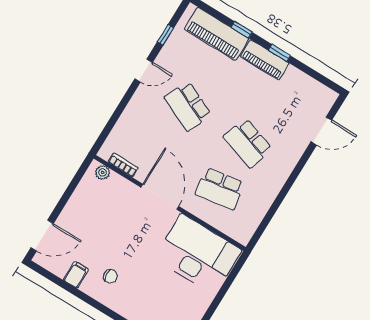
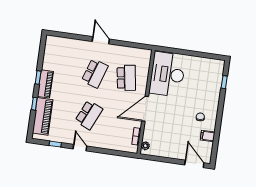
door: (321, 131) -> (101, 40), moved

